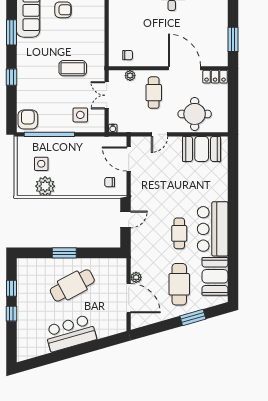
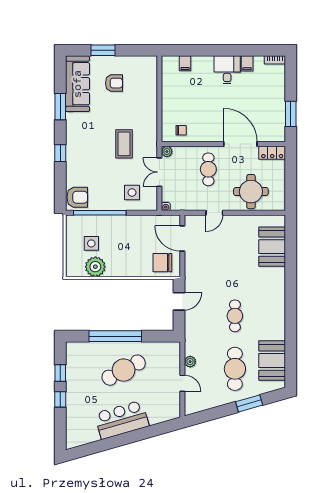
coffee table: (73, 68) -> (124, 144), turned 90
plant: (130, 76) -> (167, 152), moved
armchair: (28, 119) -> (77, 197), turned 90
booth: (202, 149) -> (272, 247), moved, turned 90
chair: (110, 182) -> (162, 263), width x1.87, depth x1.87
bar counter: (213, 229) -> (270, 311), removed
window: (64, 253) -> (115, 336), width x2.11
door: (129, 298) -> (182, 383), width x0.53

